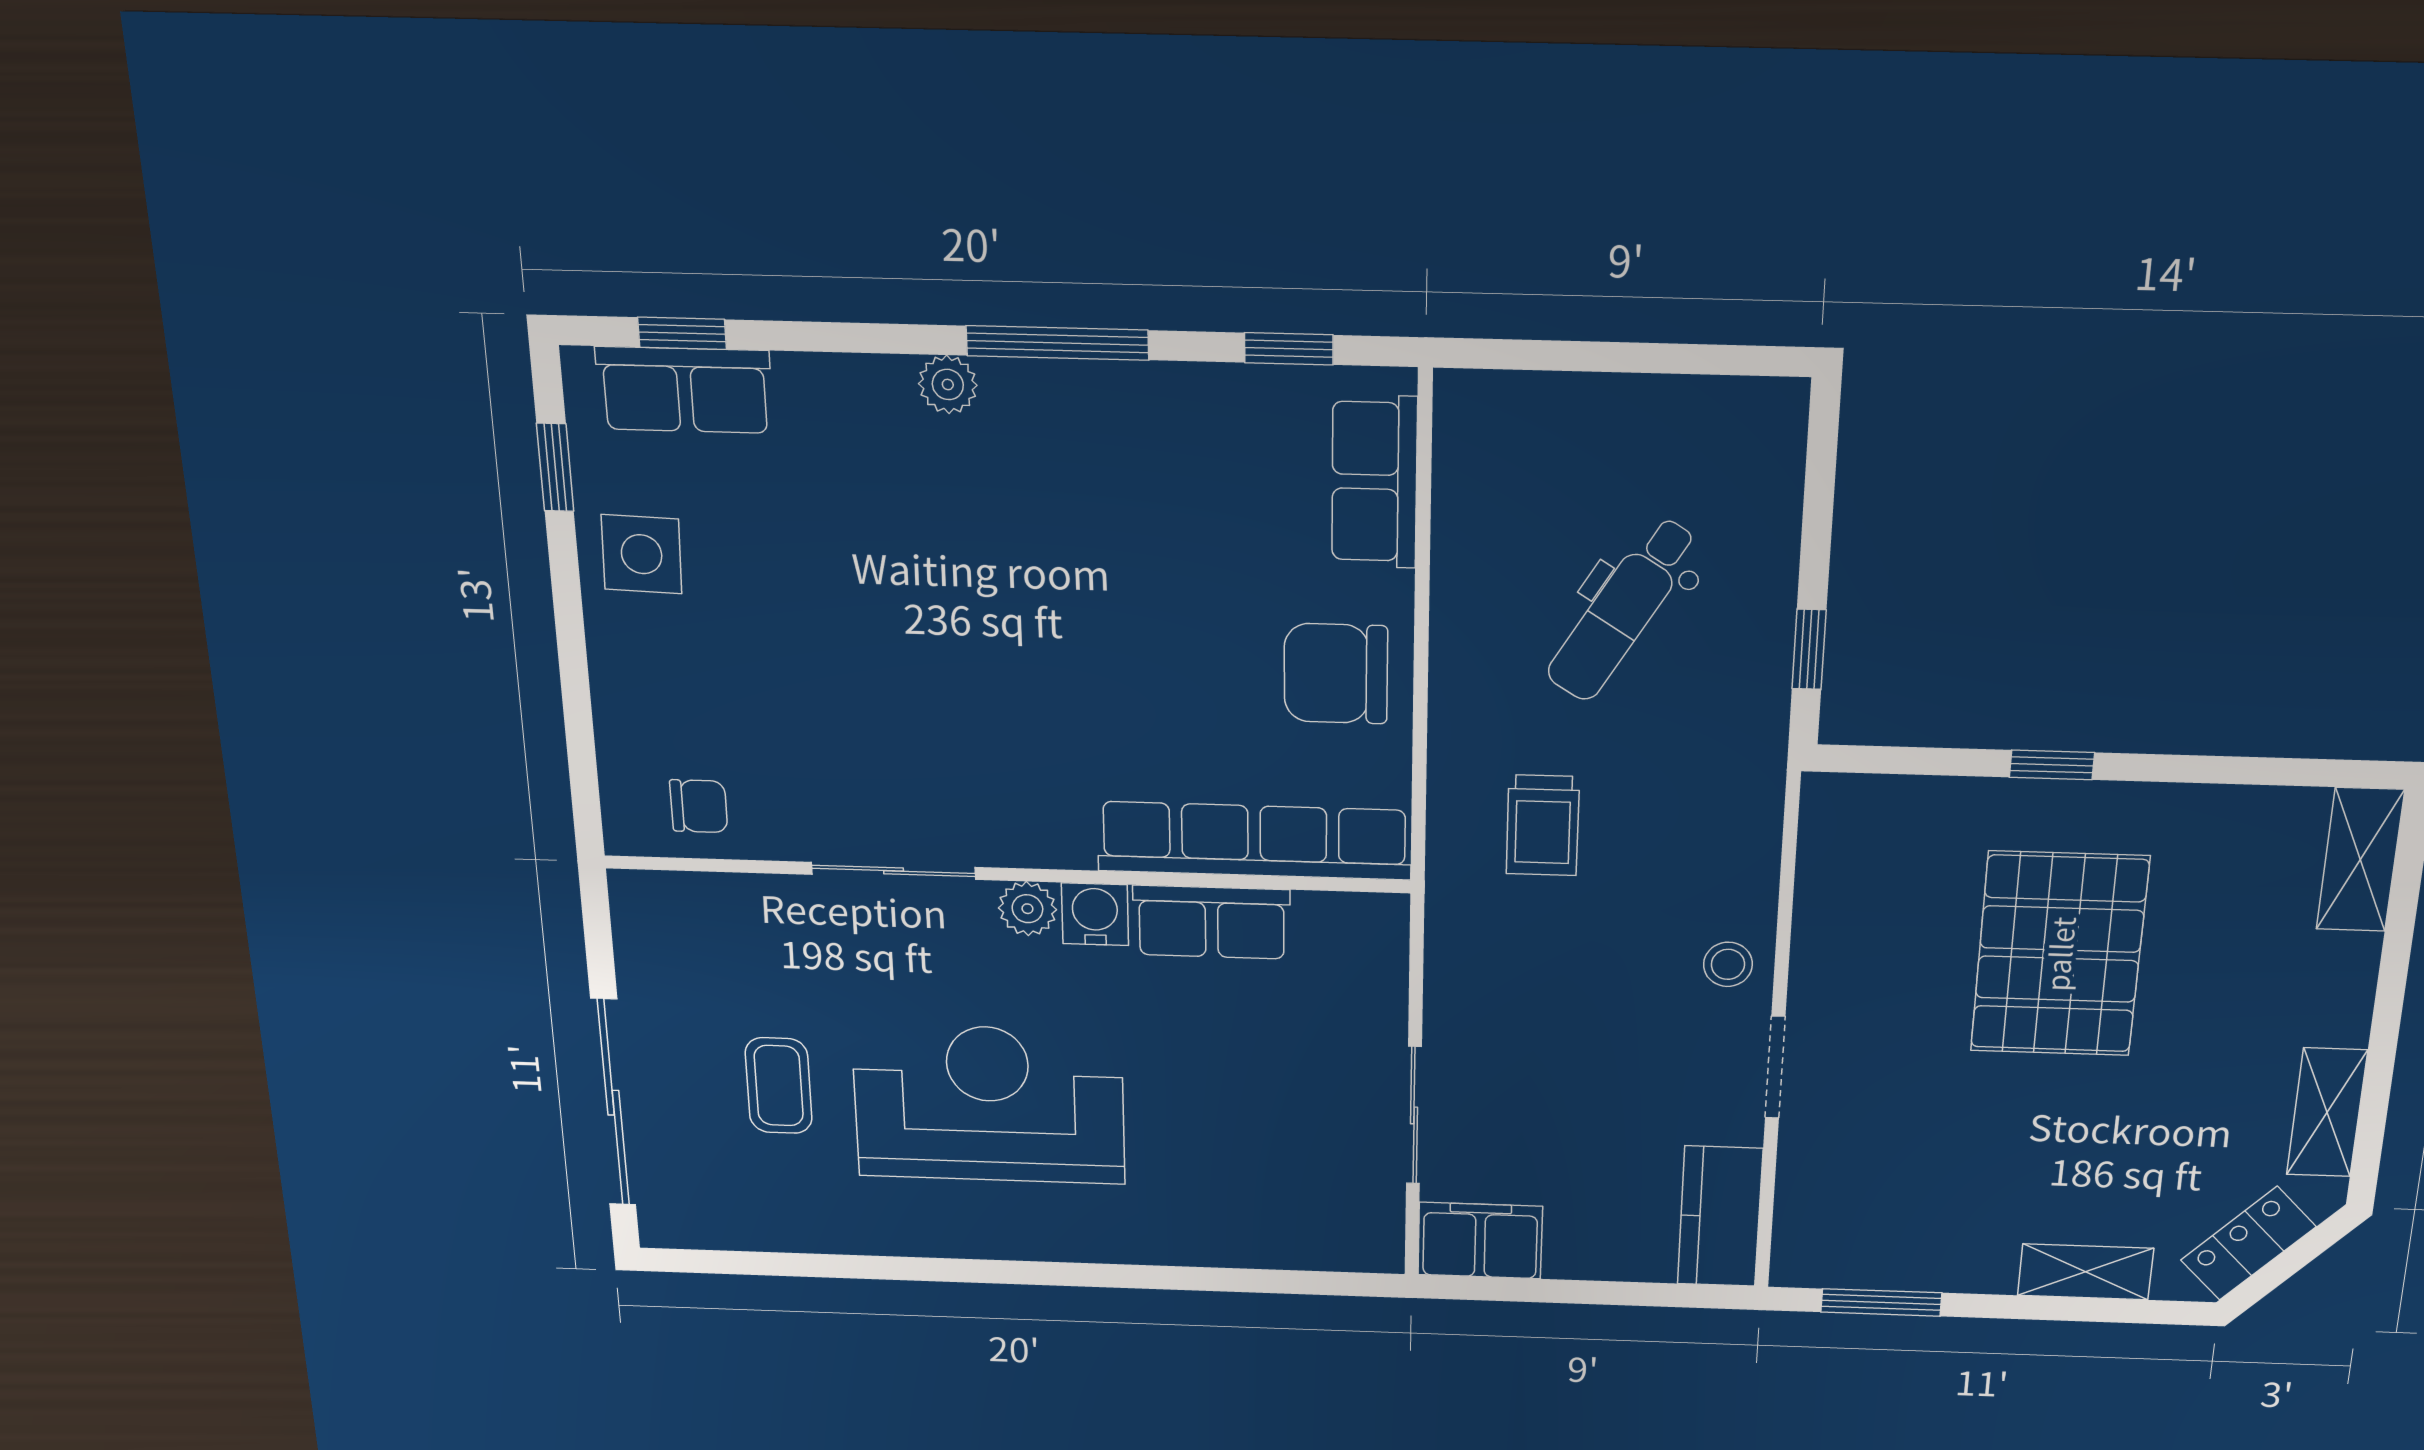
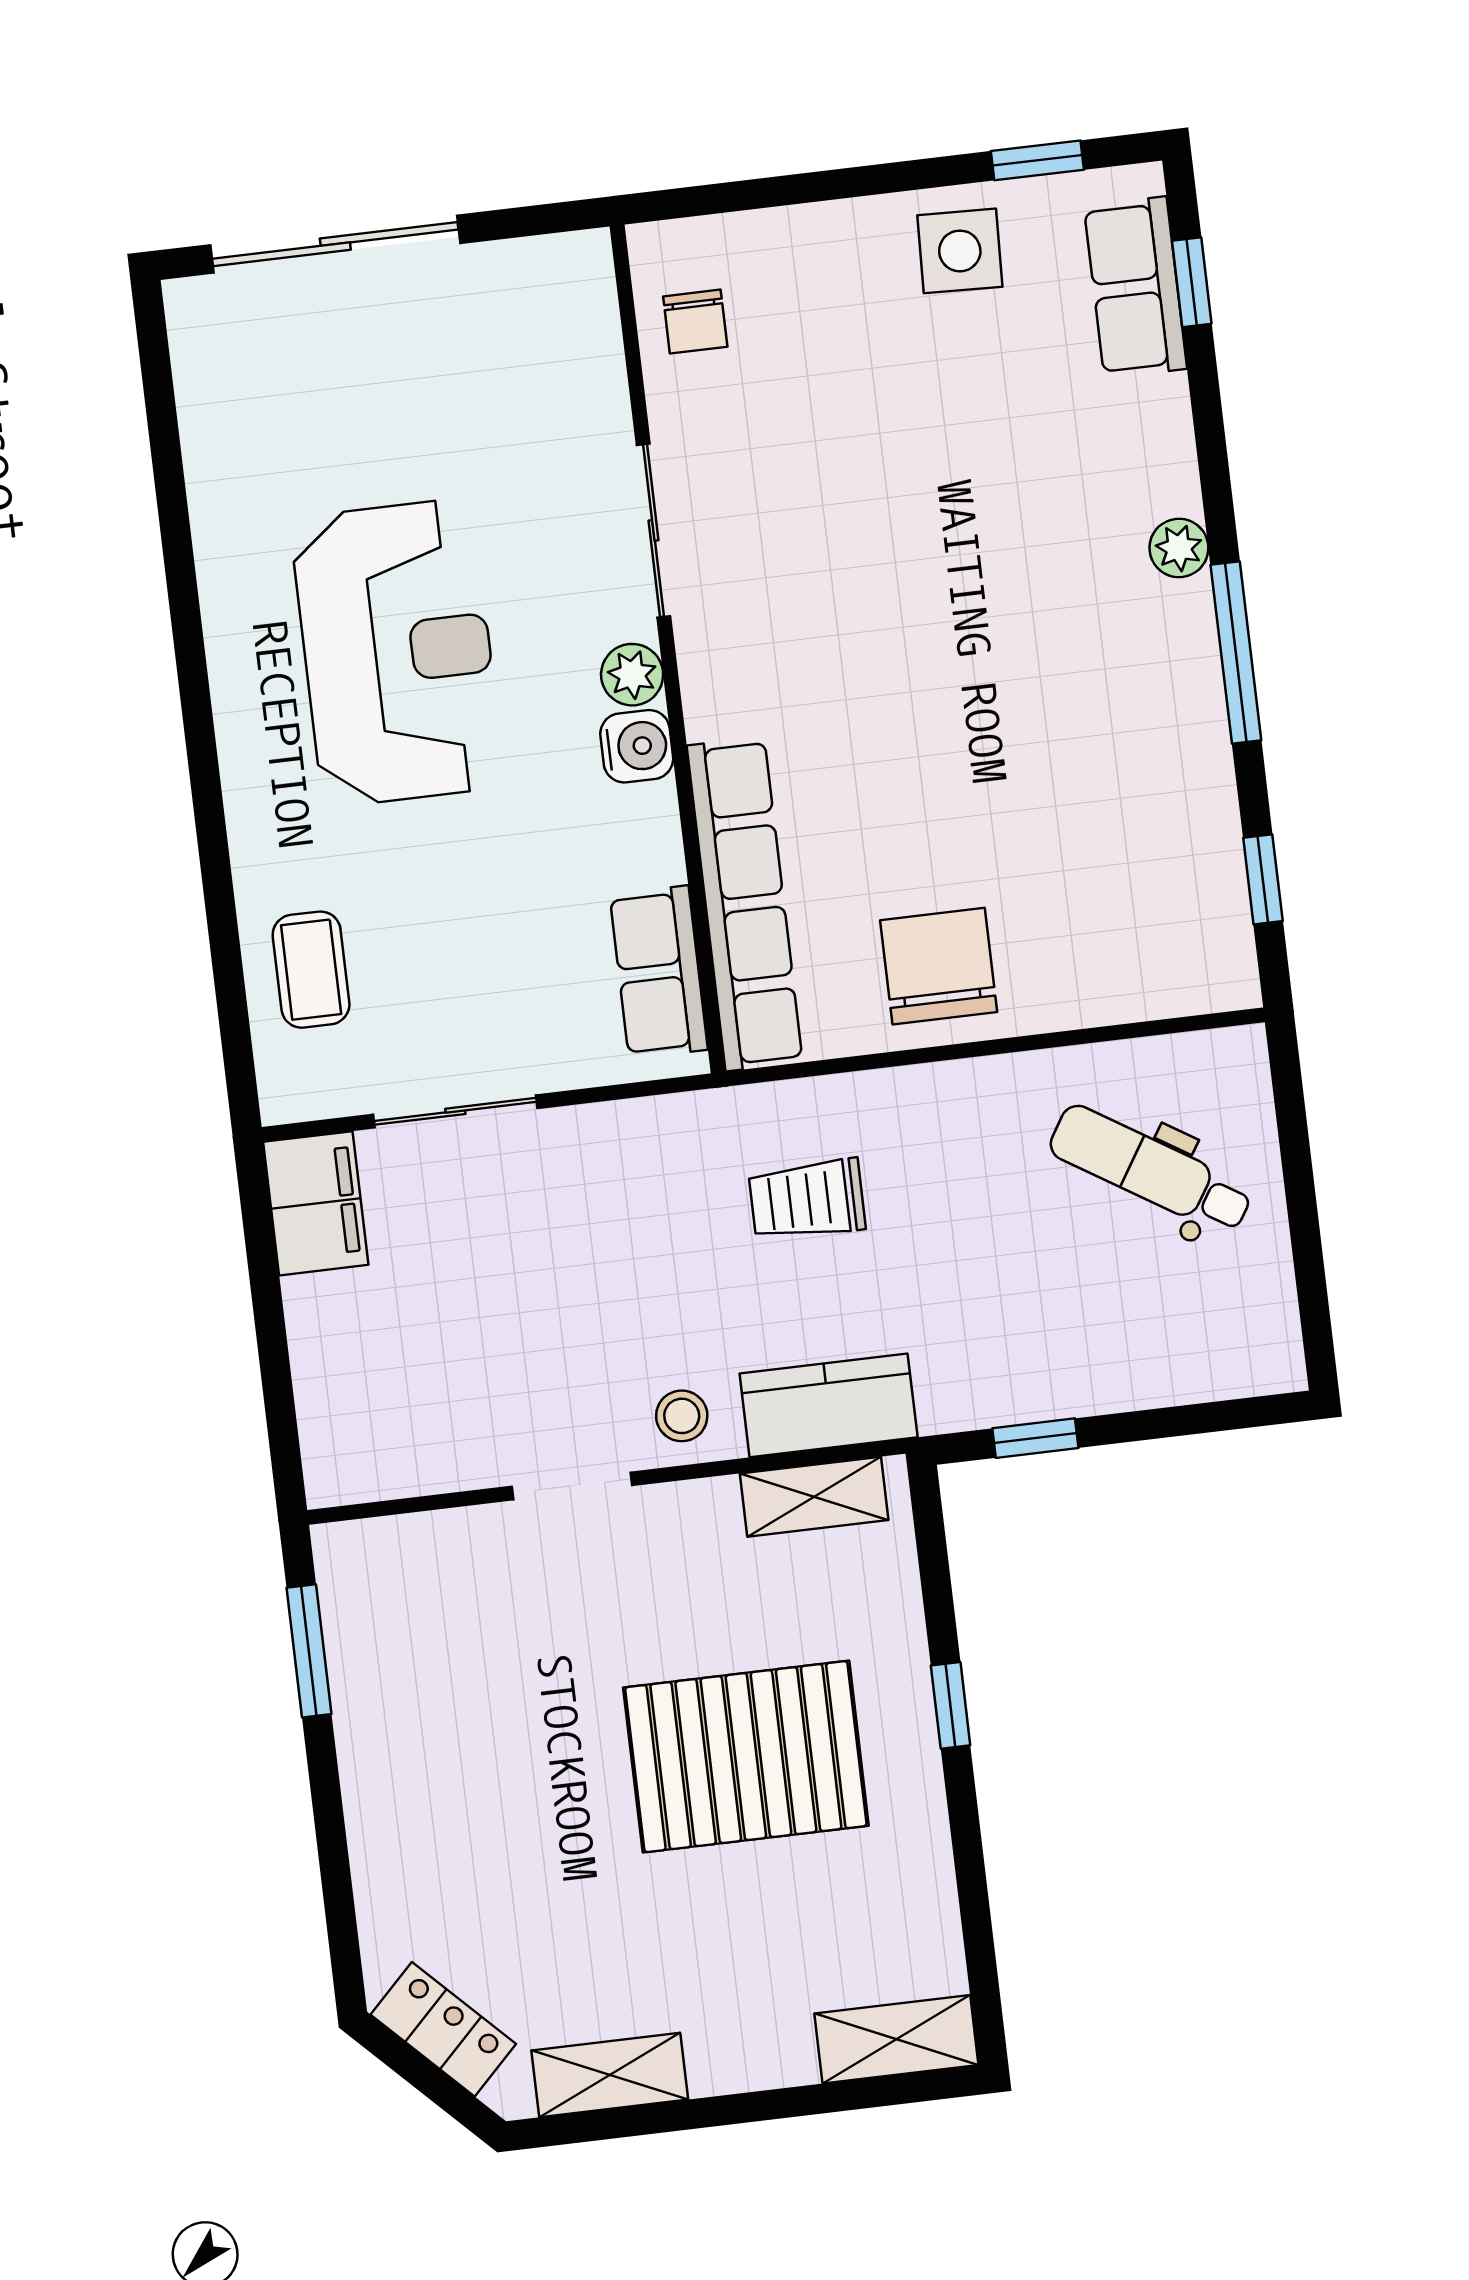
row of seats: (1374, 482) -> (1143, 980), removed
dental chair: (1622, 609) -> (1151, 1170), moved
row of seats: (1212, 922) -> (659, 972), moved
coffee table: (779, 1086) -> (311, 970), moved, turned 90
kitchen counter: (1720, 1216) -> (829, 1405), moved
shelving: (2085, 1272) -> (814, 1497), moved, turned 90

